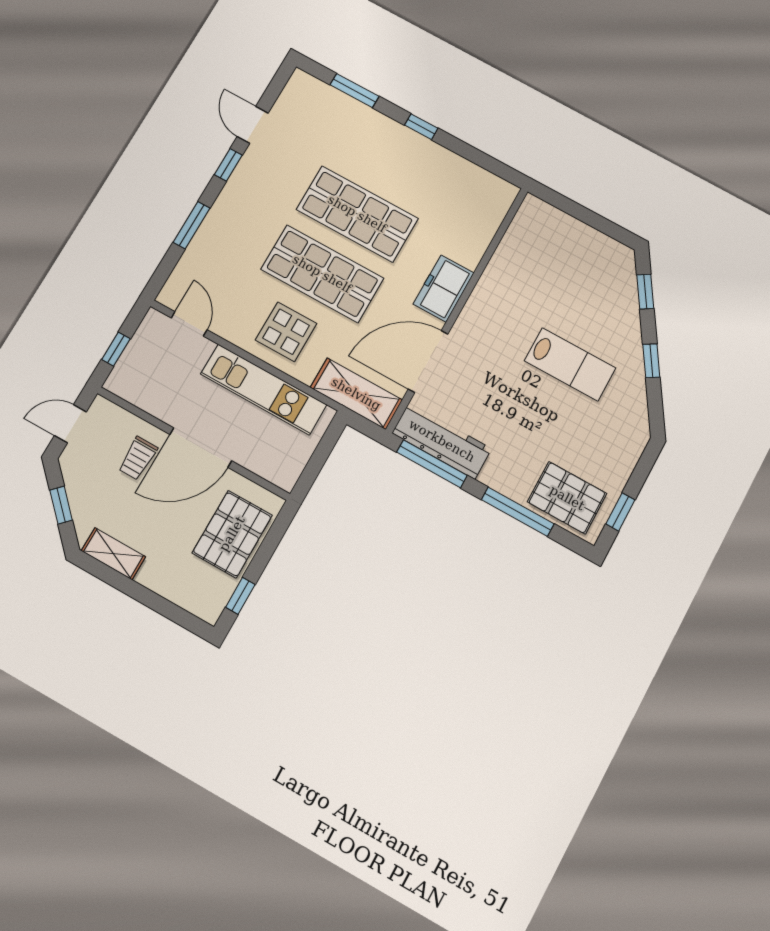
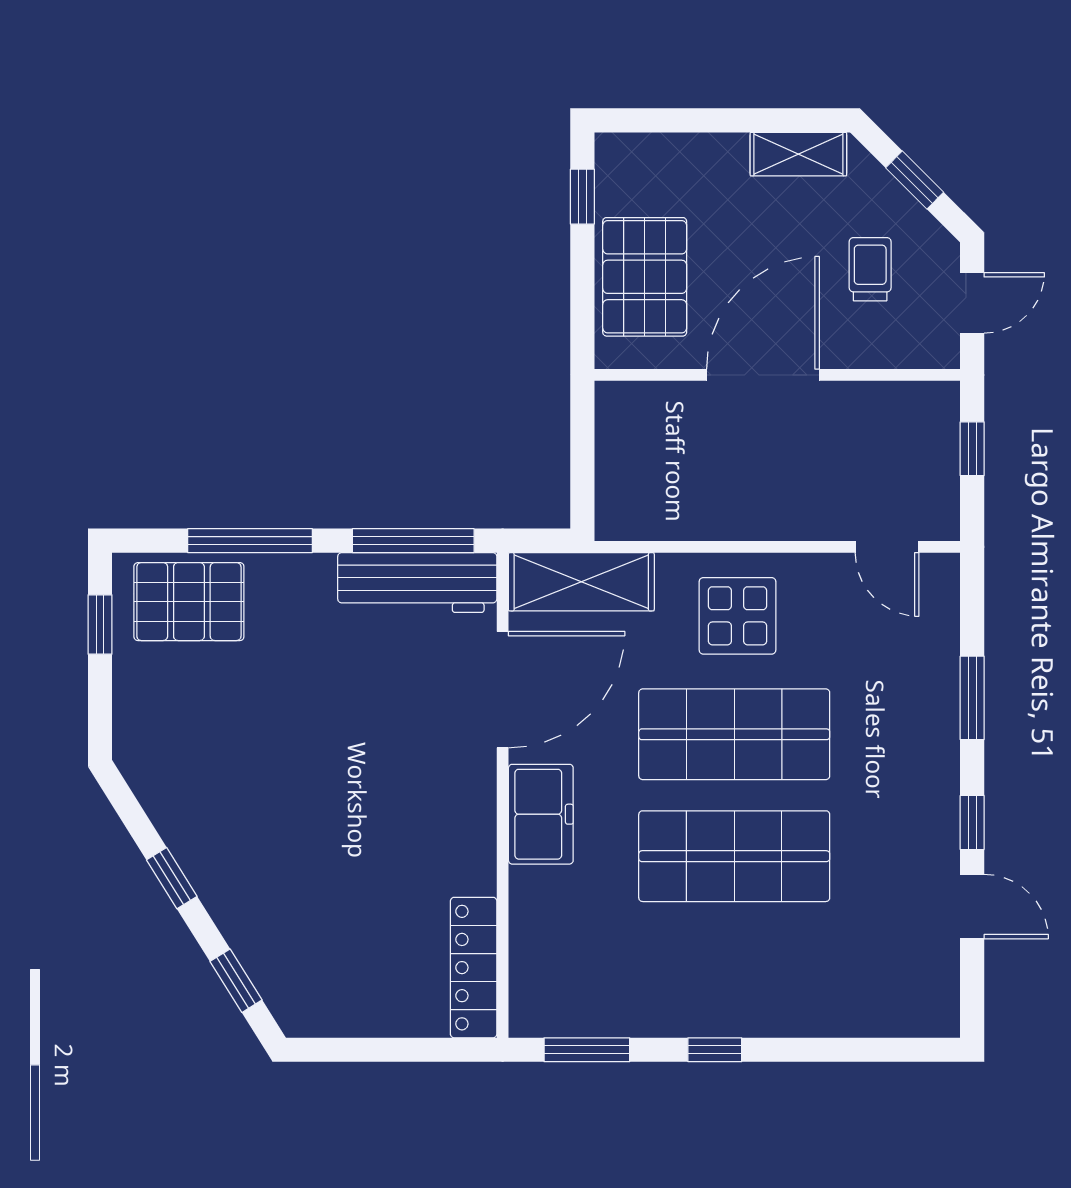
window: (354, 91) -> (587, 1050), moved
locker: (520, 232) -> (474, 968), added
lab bench: (570, 364) -> (290, 804), removed
kitchen unit: (264, 389) -> (721, 511), removed
trolley: (138, 458) -> (870, 269), moved

